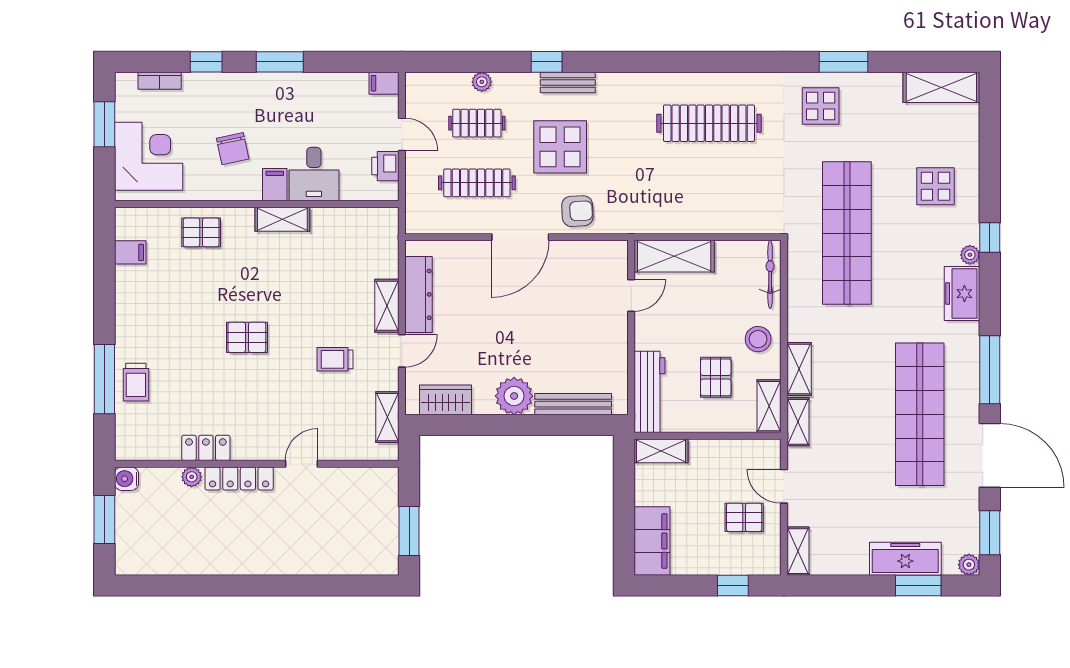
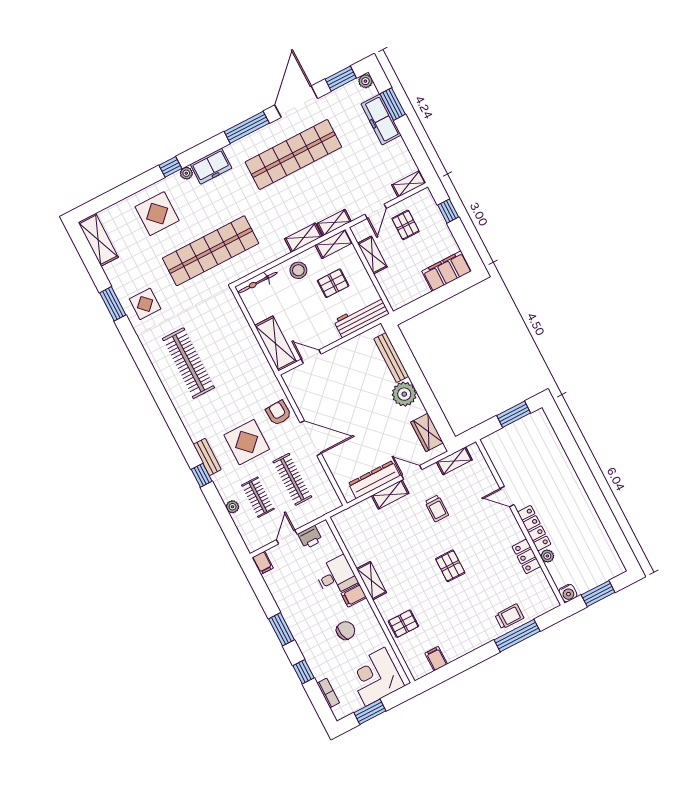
display table: (935, 186) -> (157, 214), width x1.36, depth x1.36
pallet: (201, 232) -> (403, 624), turned 90
shelving: (661, 451) -> (372, 255), moved

